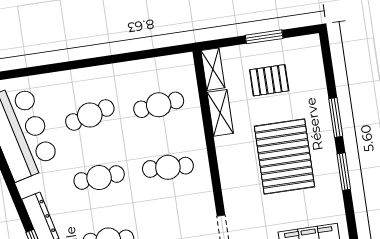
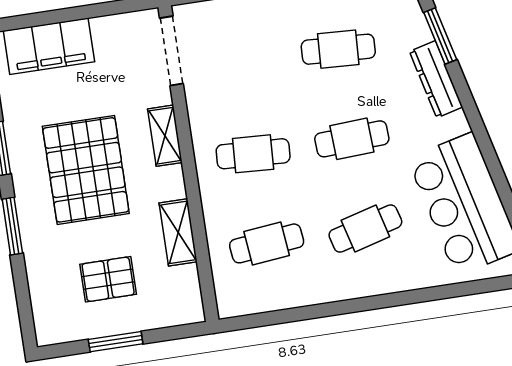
shelving: (213, 69) -> (165, 136), moved

